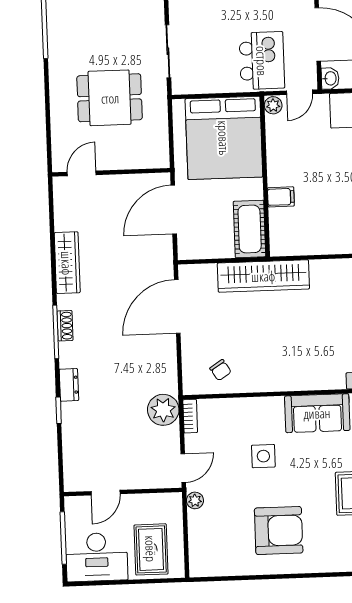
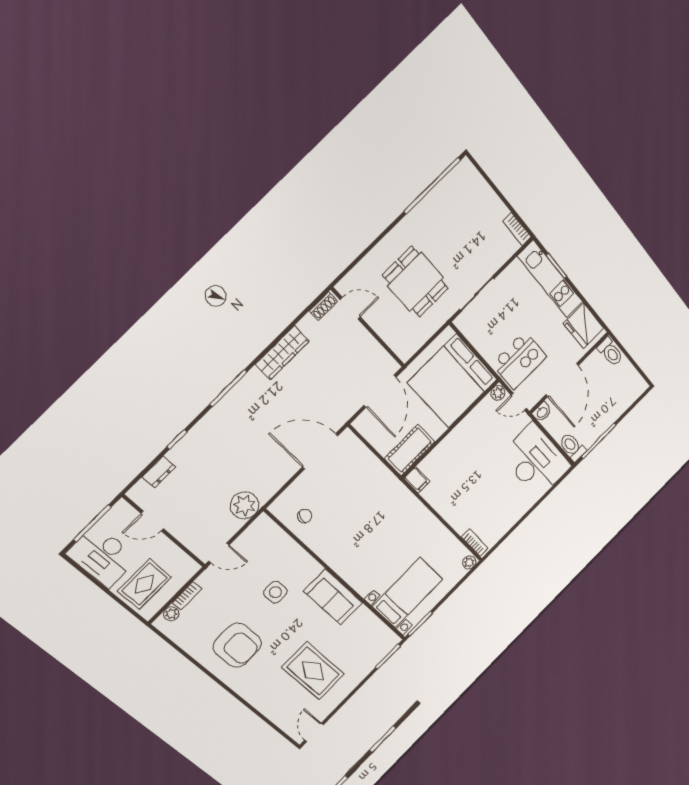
filing cabinet: (281, 197) -> (417, 480), moved
door: (174, 210) -> (380, 391), swing flipped
wardrobe: (263, 276) -> (388, 486), removed
shoe rack: (65, 326) -> (323, 306), moved
chair: (221, 370) -> (305, 516), turned -132
dresser: (69, 385) -> (159, 472), moved
bookcase: (190, 416) -> (187, 596), moved
plant: (195, 500) -> (171, 614), moved

